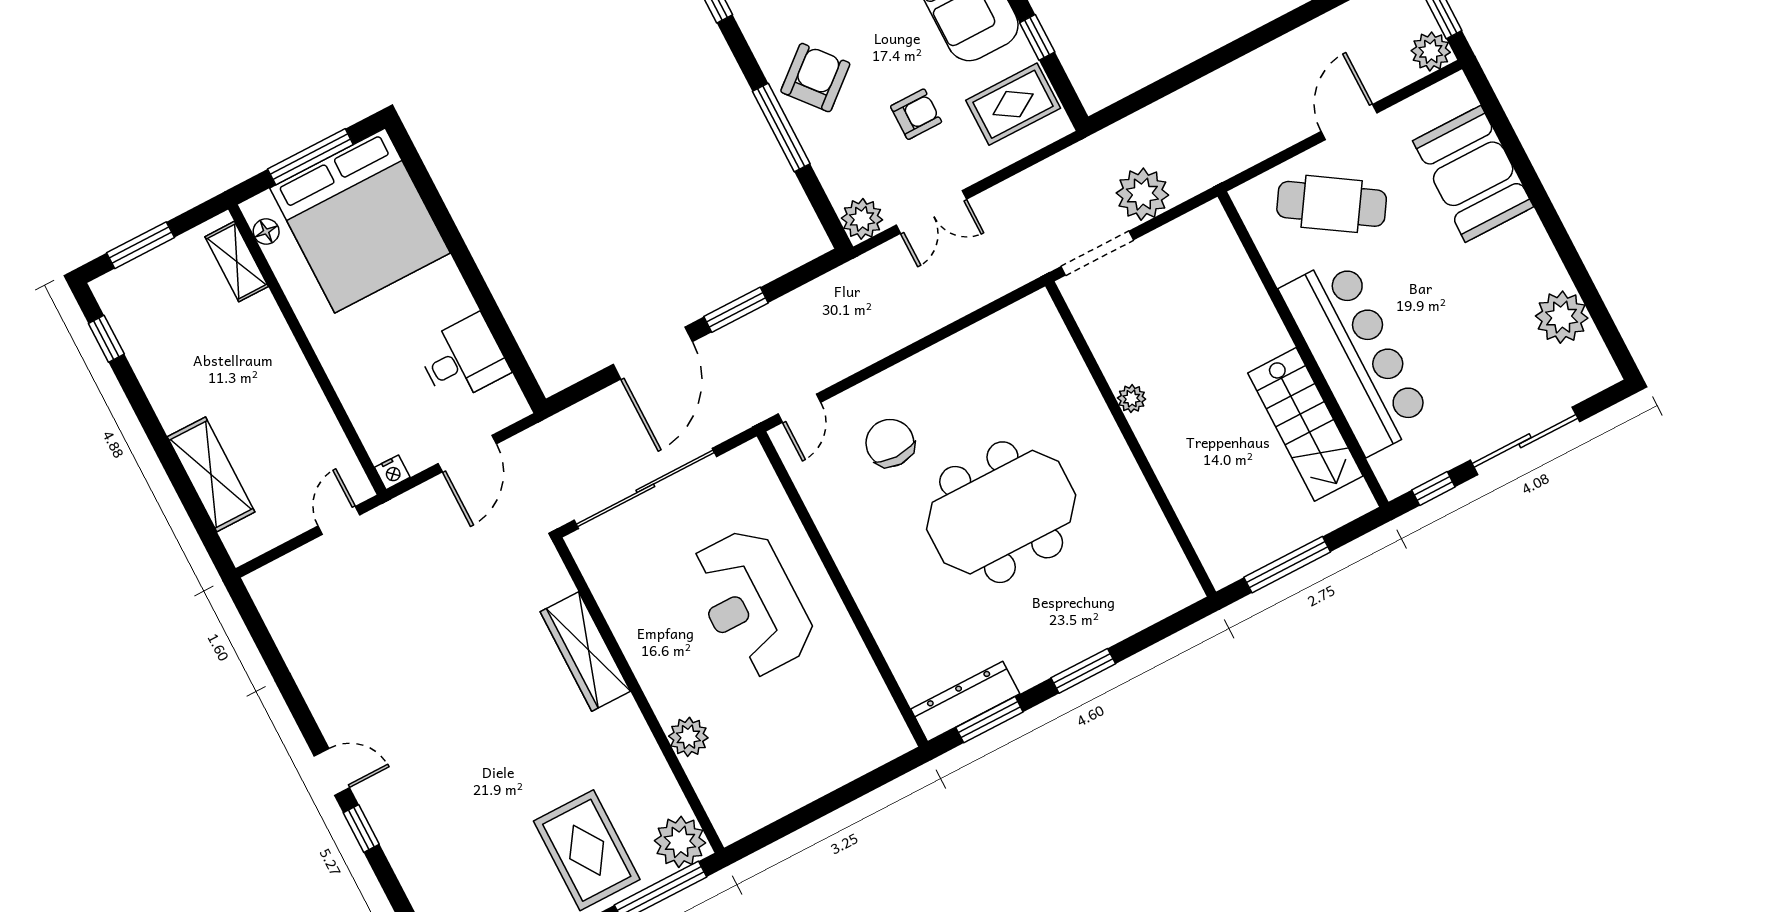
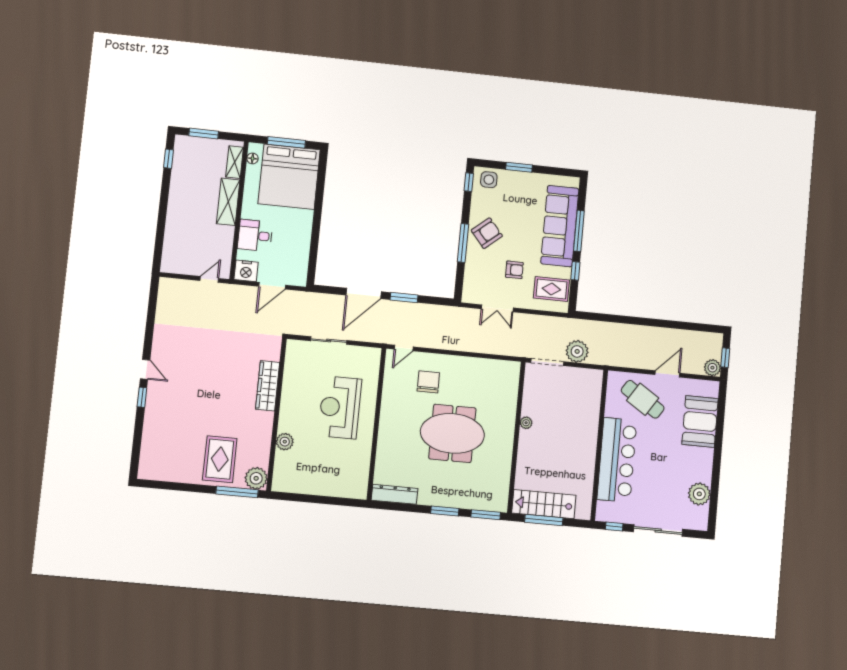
plant: (862, 219) -> (471, 295), removed
desk: (463, 359) -> (255, 235), moved, turned 180
stairs: (1305, 424) -> (544, 504), moved, turned 90
nightstand: (392, 472) -> (246, 271), width x1.89, depth x1.79
shelving: (211, 474) -> (228, 202), moved
sliding door: (645, 488) -> (329, 341), width x0.54
window: (989, 720) -> (486, 515), moved

